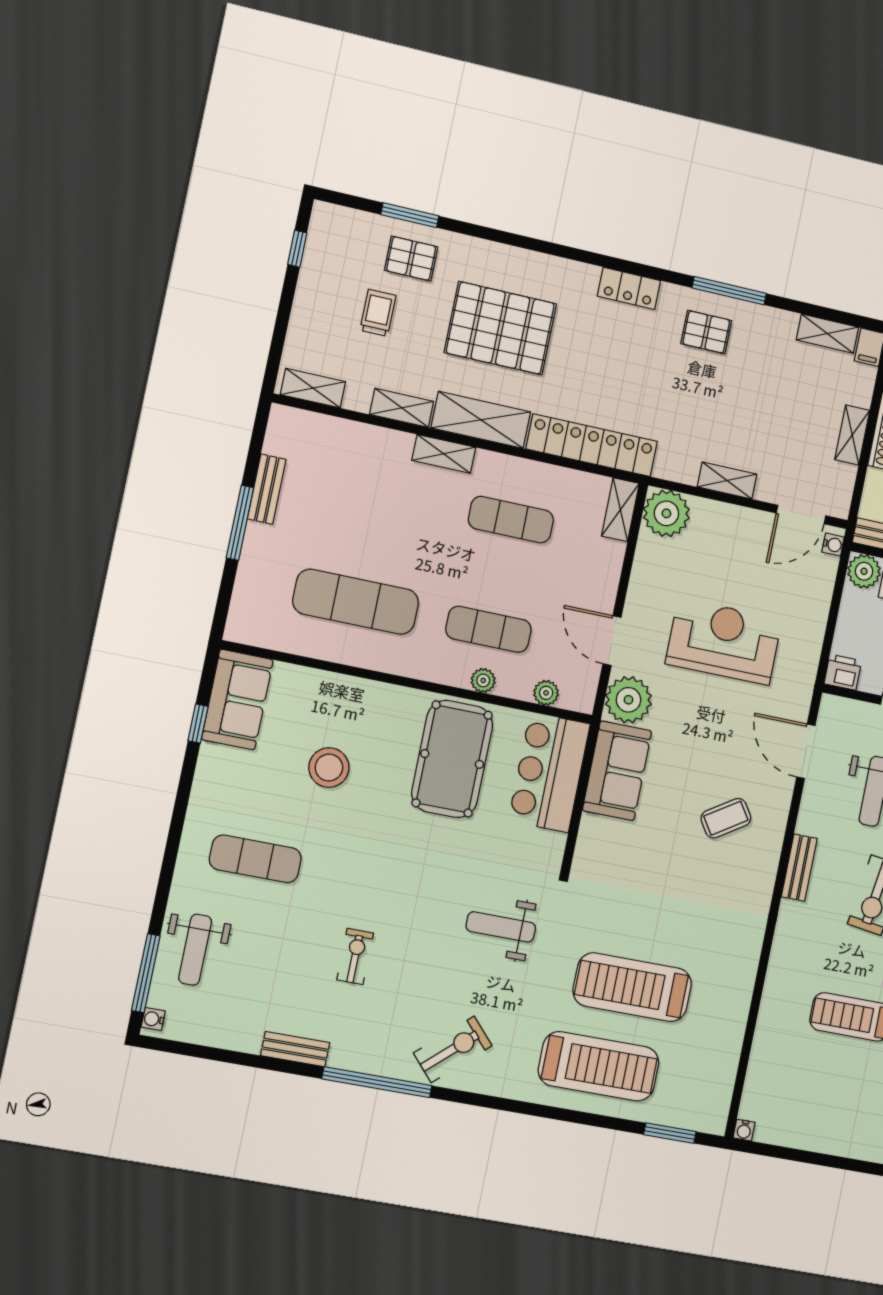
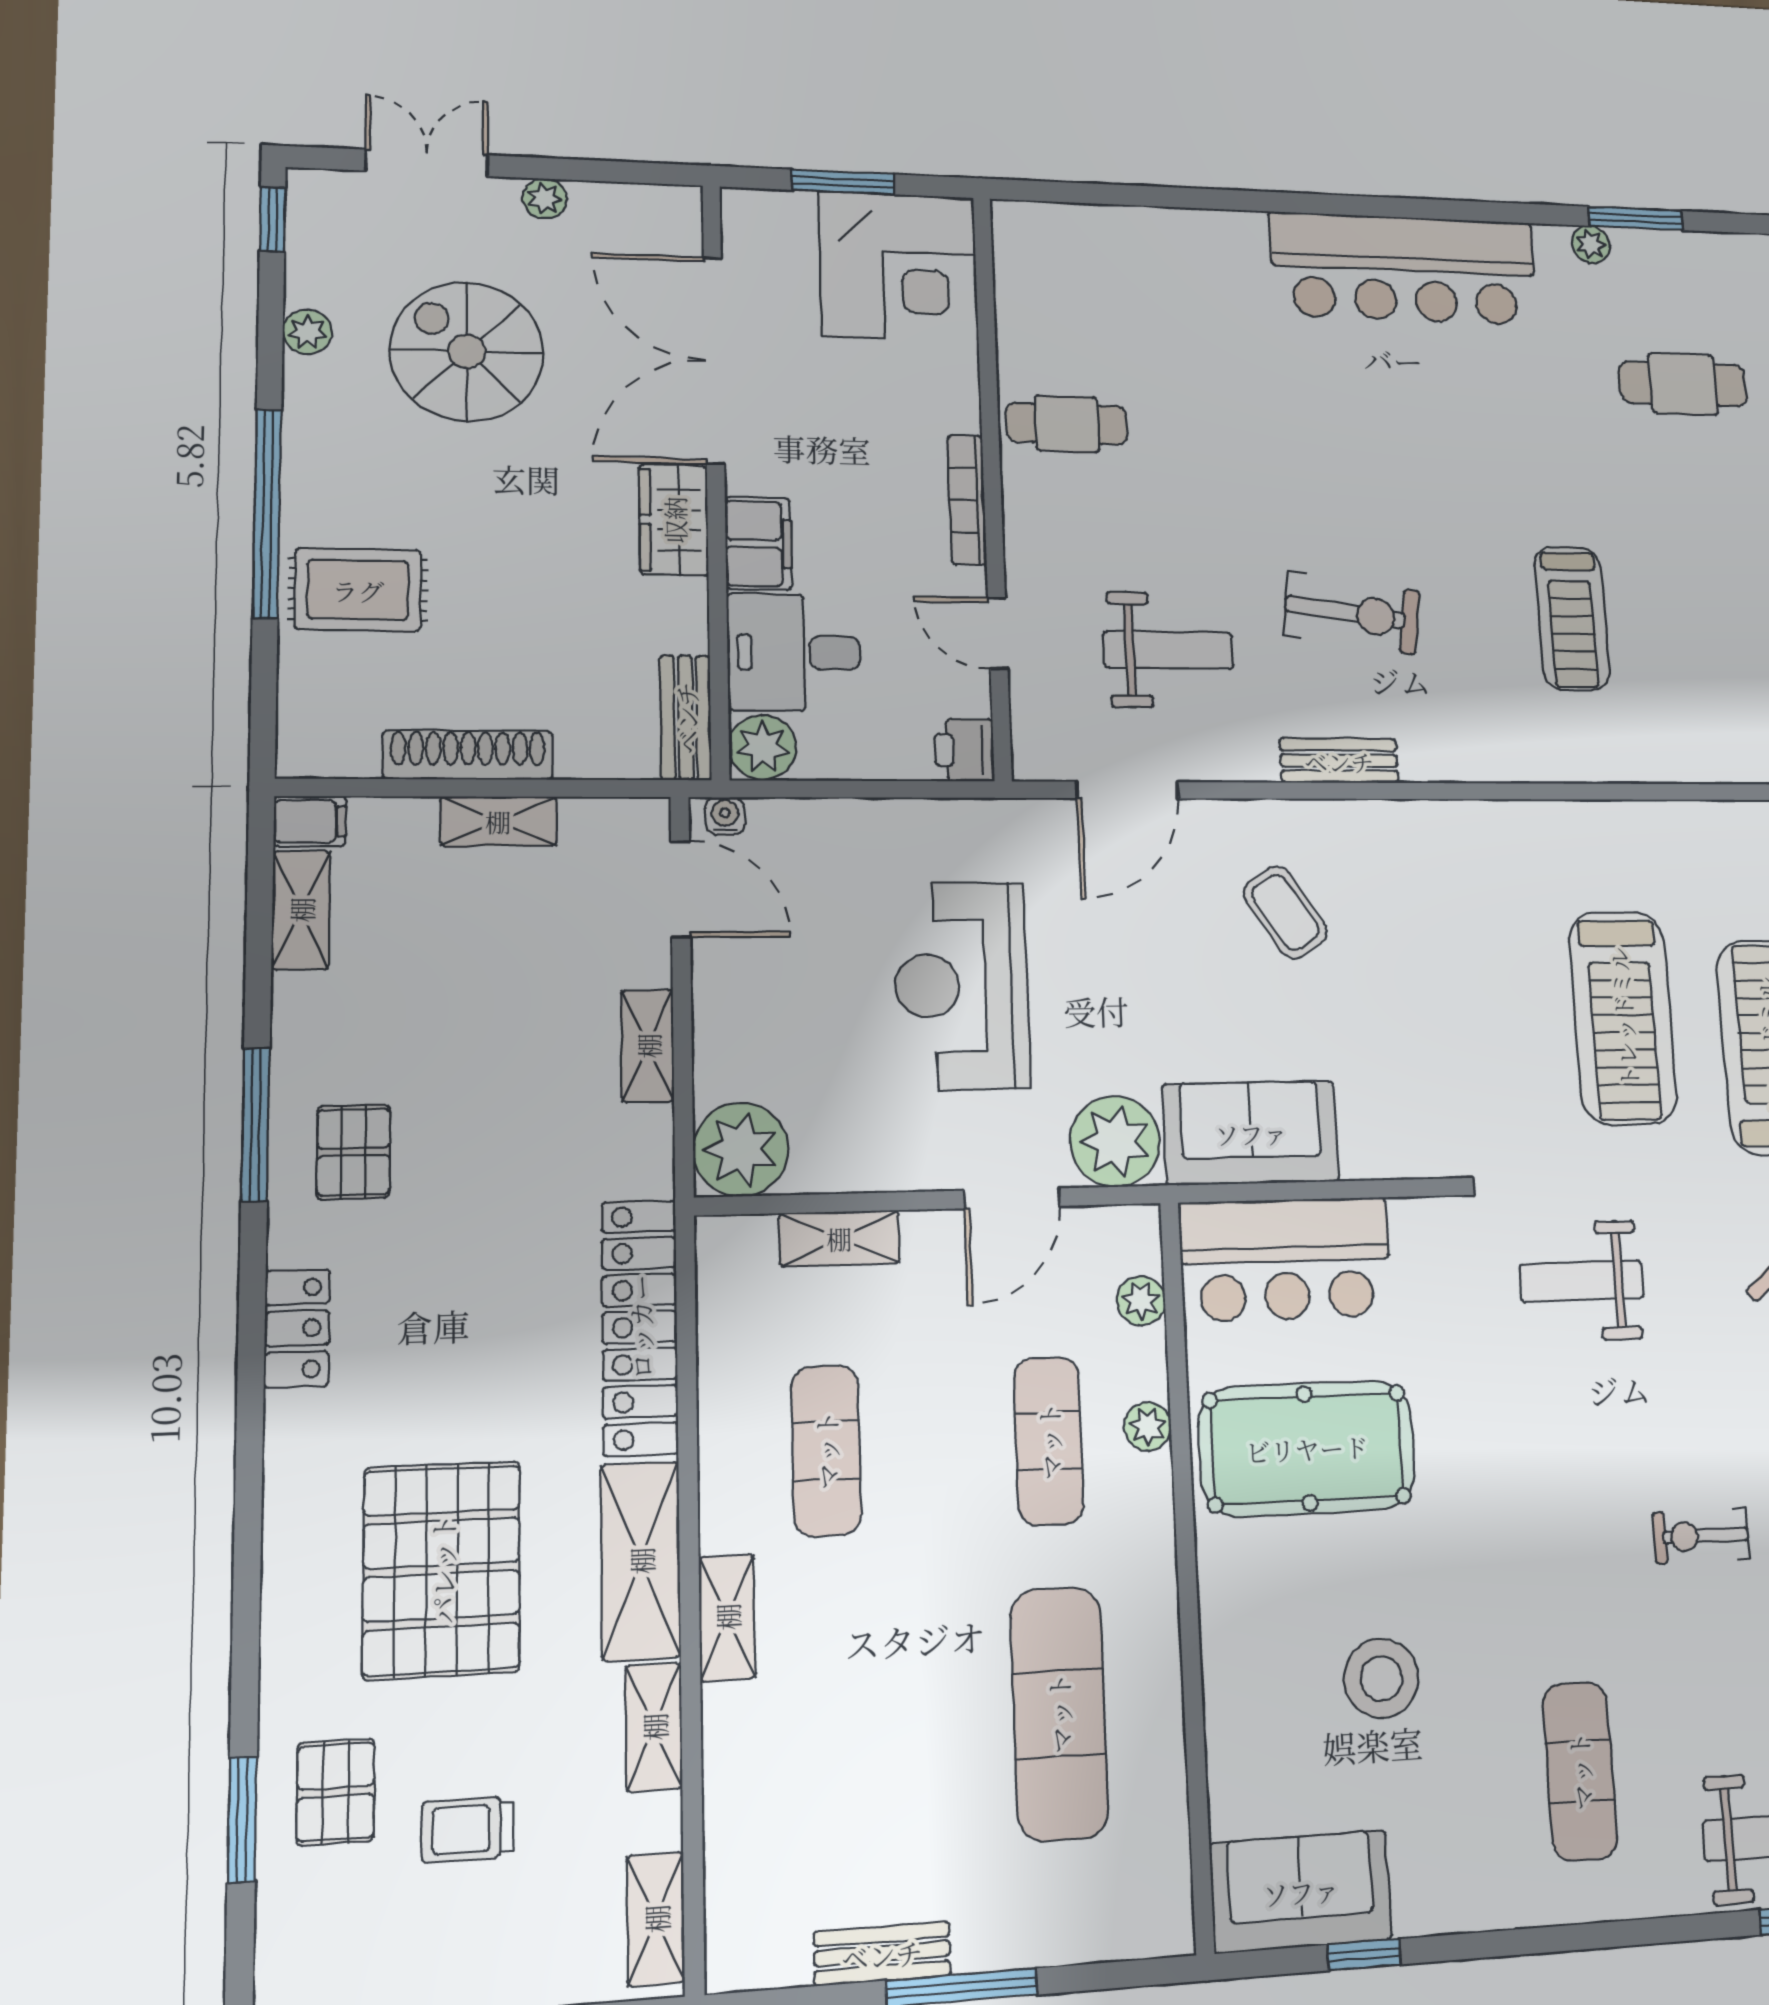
shelving: (620, 510) -> (839, 1238), moved
weight bench: (501, 927) -> (1582, 1281), turned 90

